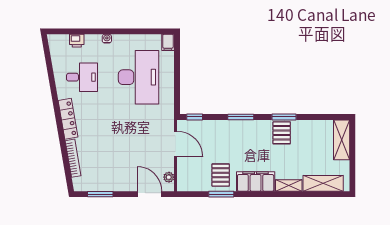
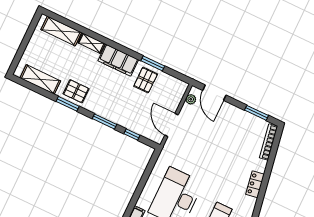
window: (195, 117) -> (132, 135), moved
locker: (68, 119) -> (255, 184), width x0.66
pallet: (282, 133) -> (76, 91), turned 90
shelving: (342, 140) -> (40, 79), moved, turned 90
bookcase: (73, 158) -> (269, 142), moved

